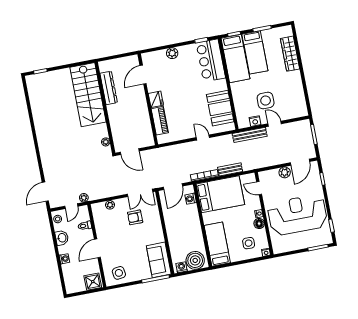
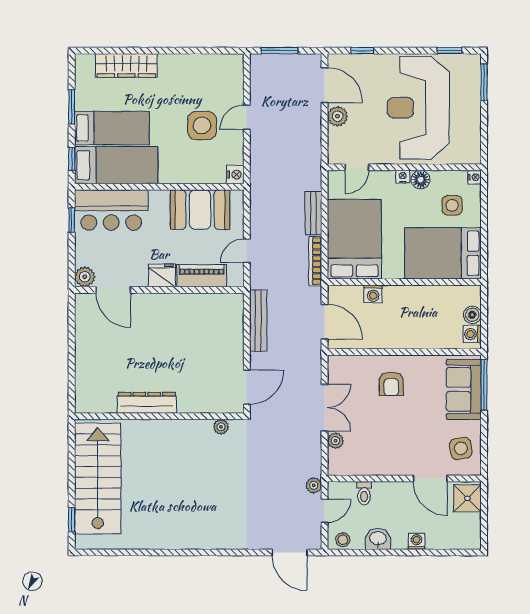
door: (143, 75) -> (113, 290), moved
dresser: (109, 88) -> (147, 403), moved
stairs: (88, 95) -> (98, 479), moved, turned -90
wall: (148, 99) -> (159, 290), moved
fridge: (156, 99) -> (162, 275), moved
piano: (160, 121) -> (202, 276), moved
nightstand: (255, 121) -> (235, 175), moved
bench: (250, 135) -> (258, 321), moved
double door: (140, 193) -> (325, 408), moved
washing machine: (191, 199) -> (373, 294), moved
door: (71, 206) -> (325, 511), hinge flipped
armchair: (135, 217) -> (391, 384), moved
bed: (217, 244) -> (443, 253), width x1.50
door: (97, 248) -> (430, 479), moved
sofa: (159, 260) -> (464, 389), moved, turned 90
boiler: (195, 260) -> (472, 315), width x0.54, depth x0.54

